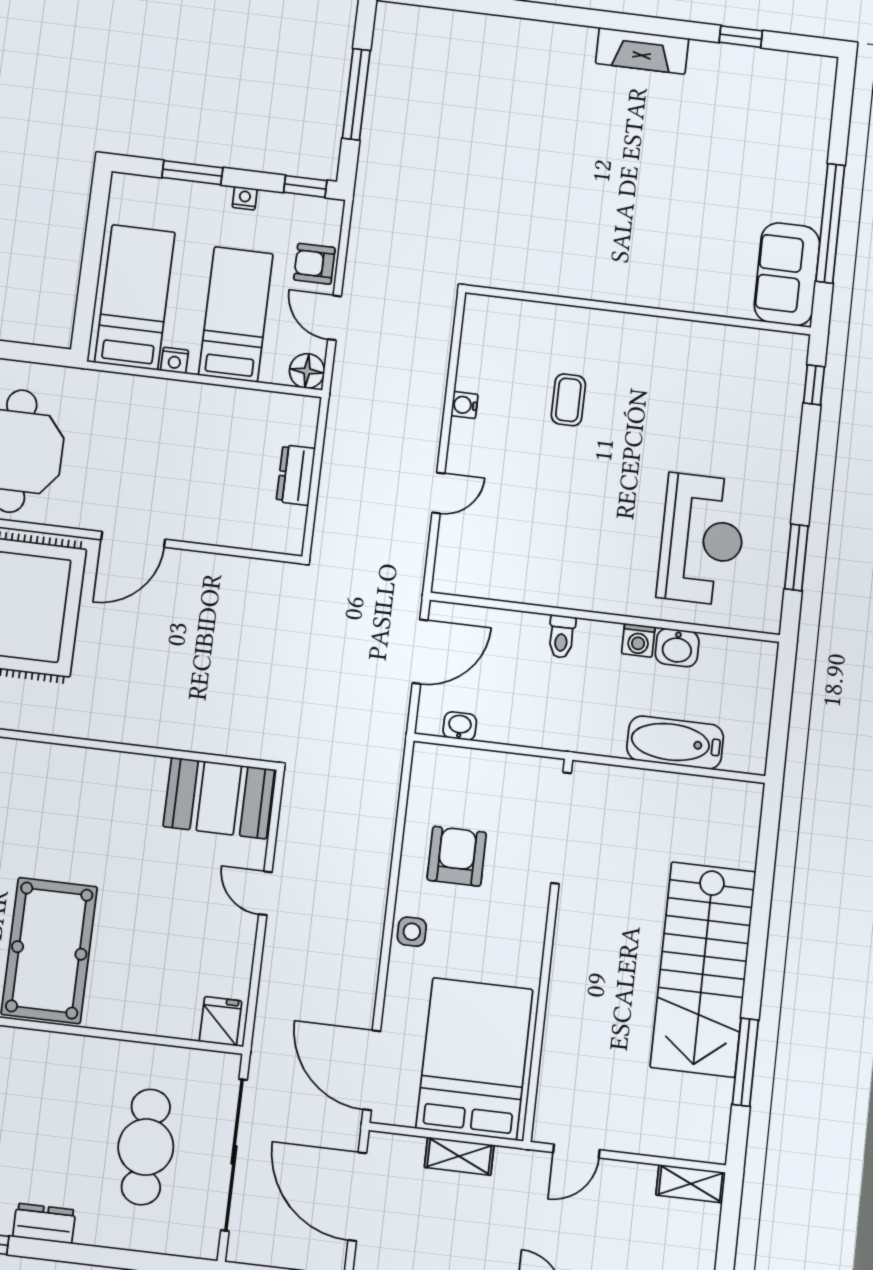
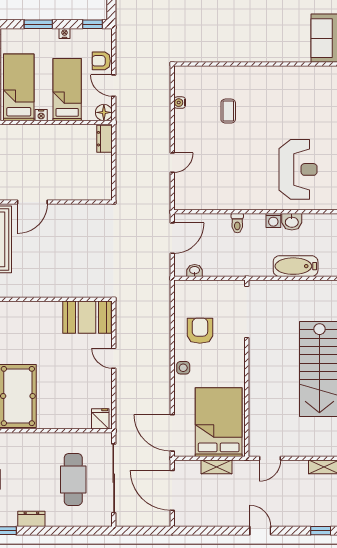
water cooler: (464, 405) -> (180, 103), moved
dresser: (296, 475) -> (104, 139), moved

